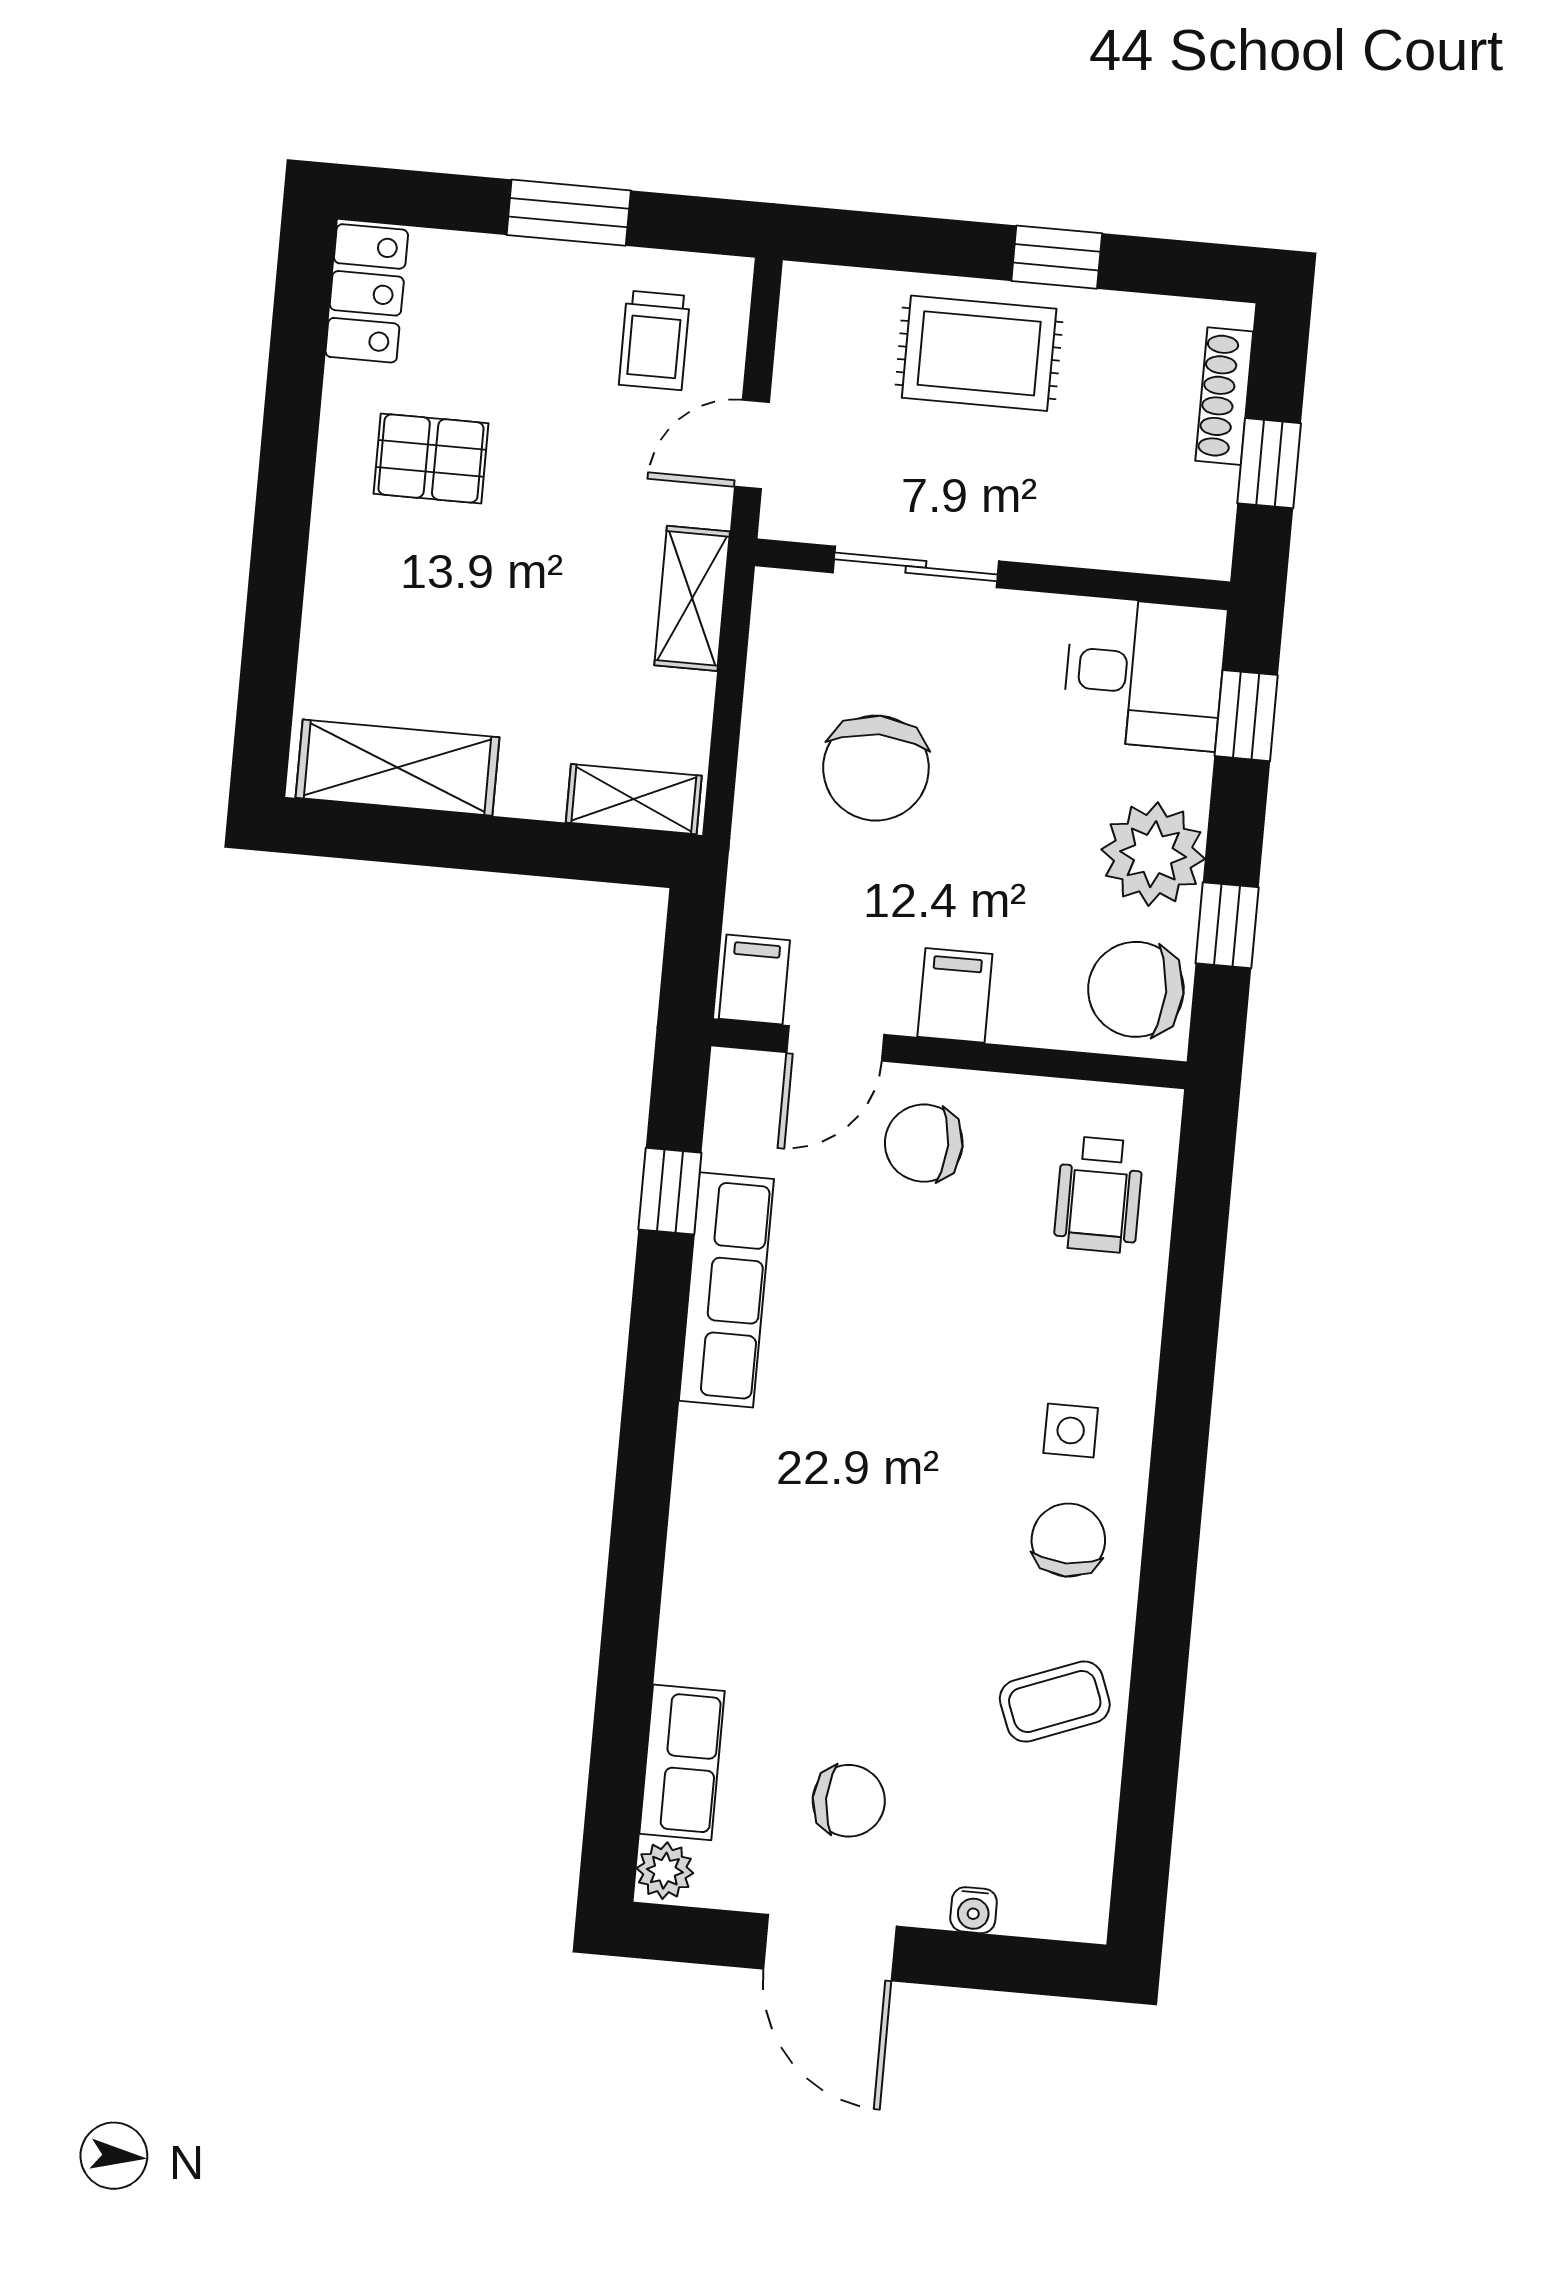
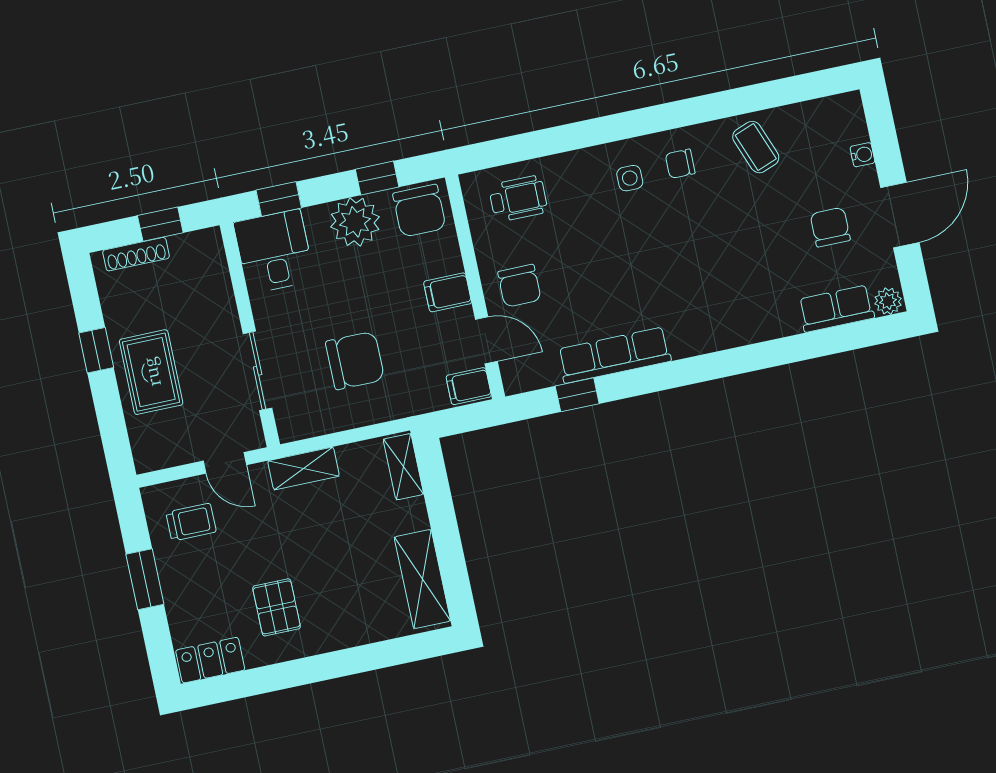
chair: (1068, 1540) -> (680, 164), width x0.73, depth x0.73

